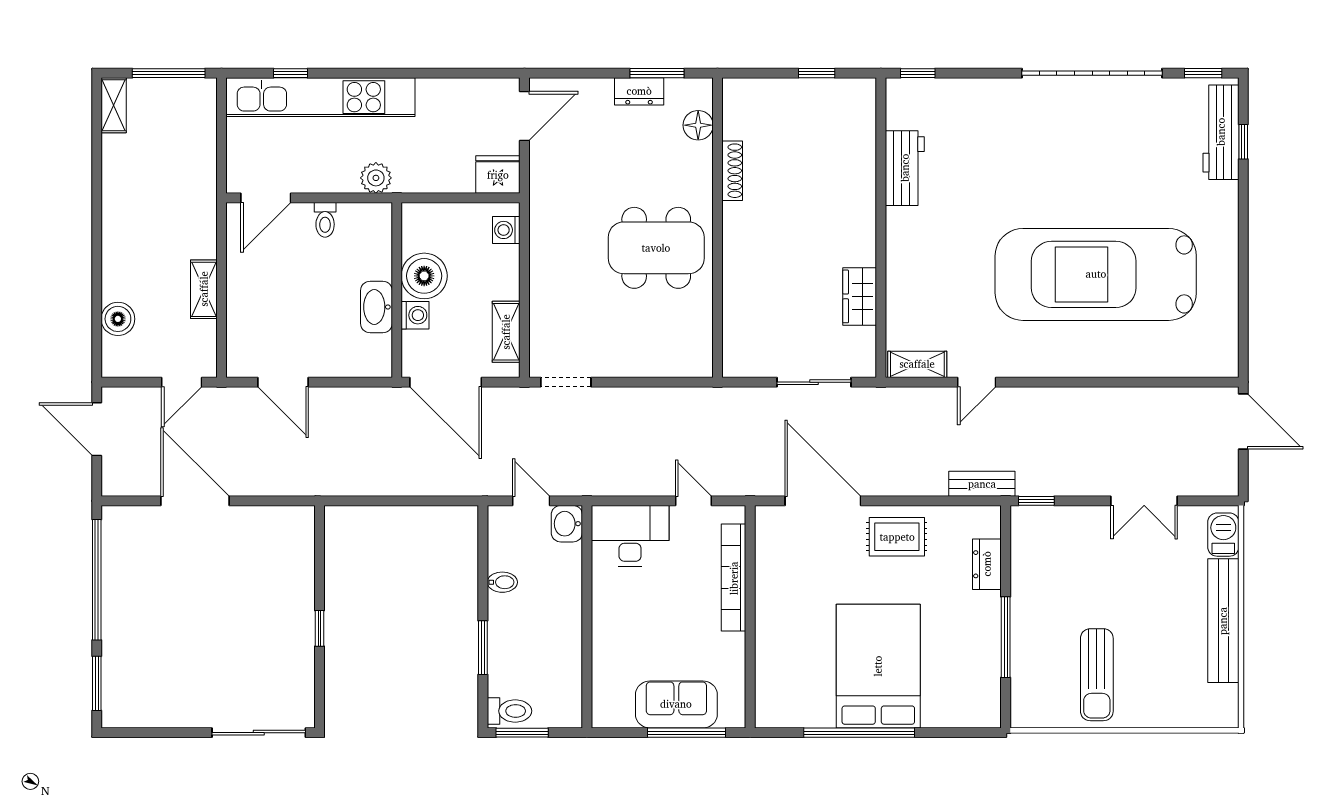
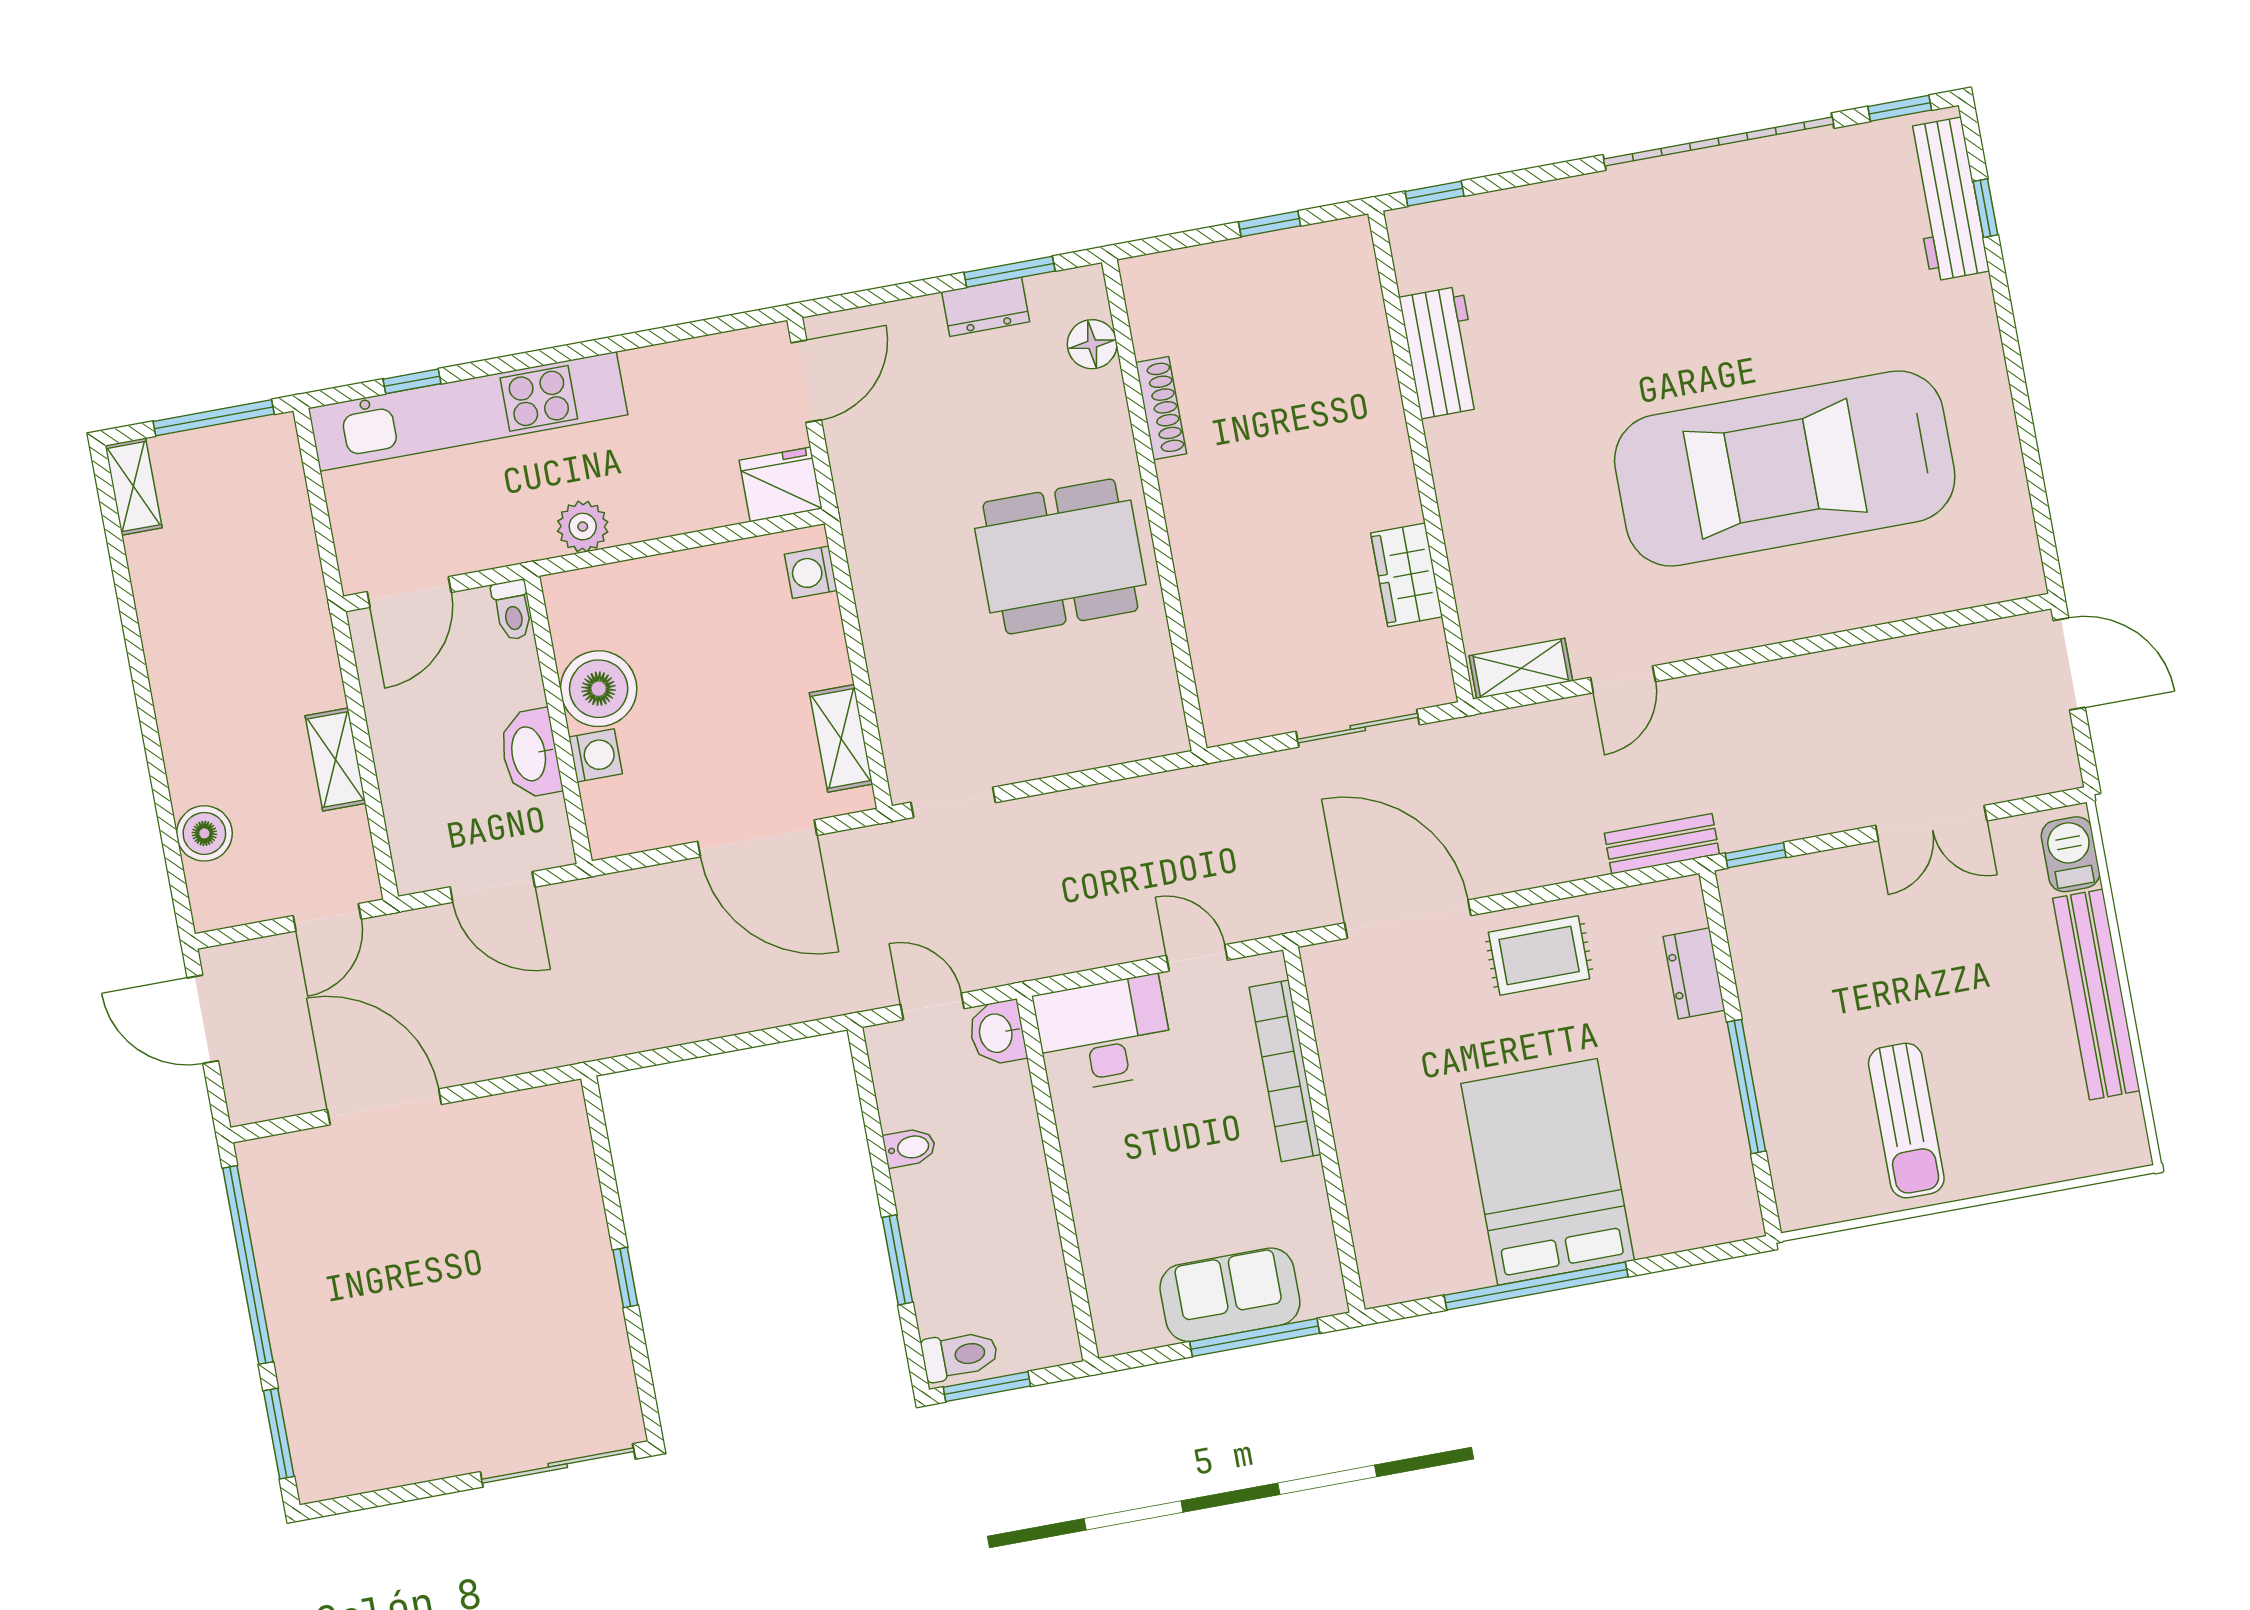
boiler: (424, 276) -> (599, 689), moved
wall: (397, 290) -> (558, 720), moved
washbasin: (376, 307) -> (530, 754), moved
washing machine: (415, 315) -> (596, 755), moved

